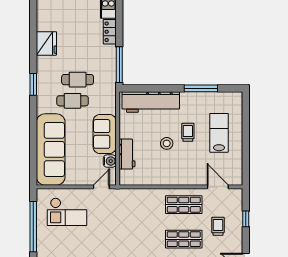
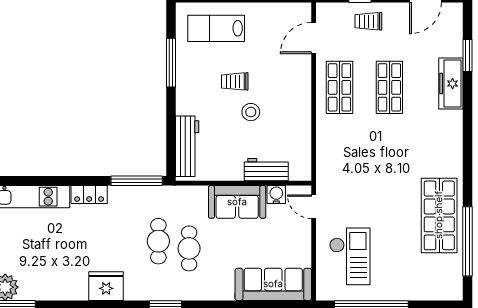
workbench: (151, 102) -> (187, 146), width x0.73, depth x0.76
lab bench: (219, 133) -> (216, 28), moved
sofa: (51, 149) -> (273, 284), width x0.74, depth x0.79
trolley: (218, 226) -> (368, 21), moved

